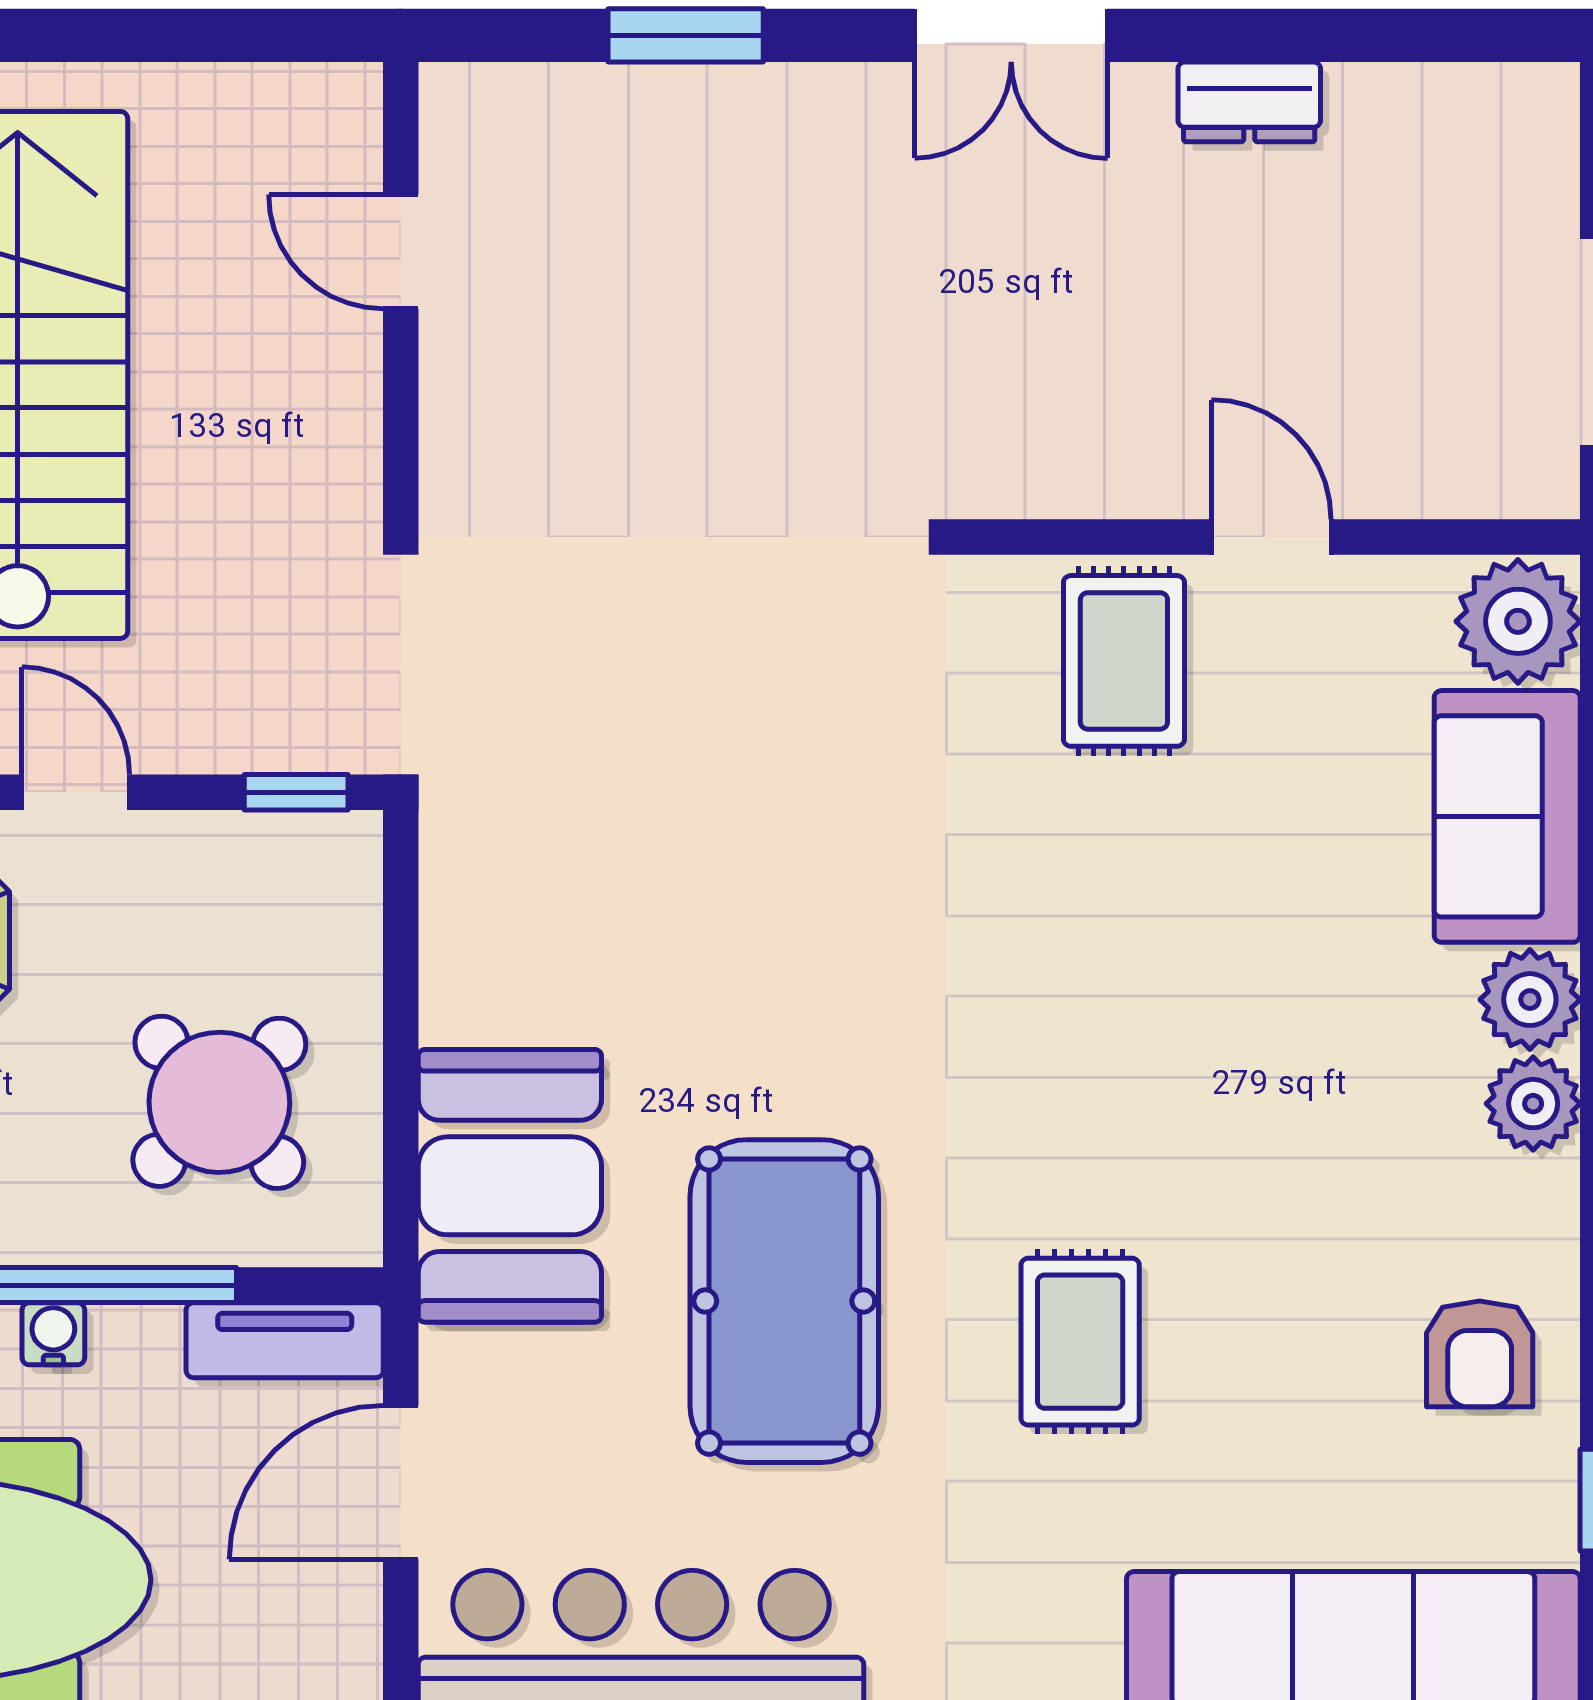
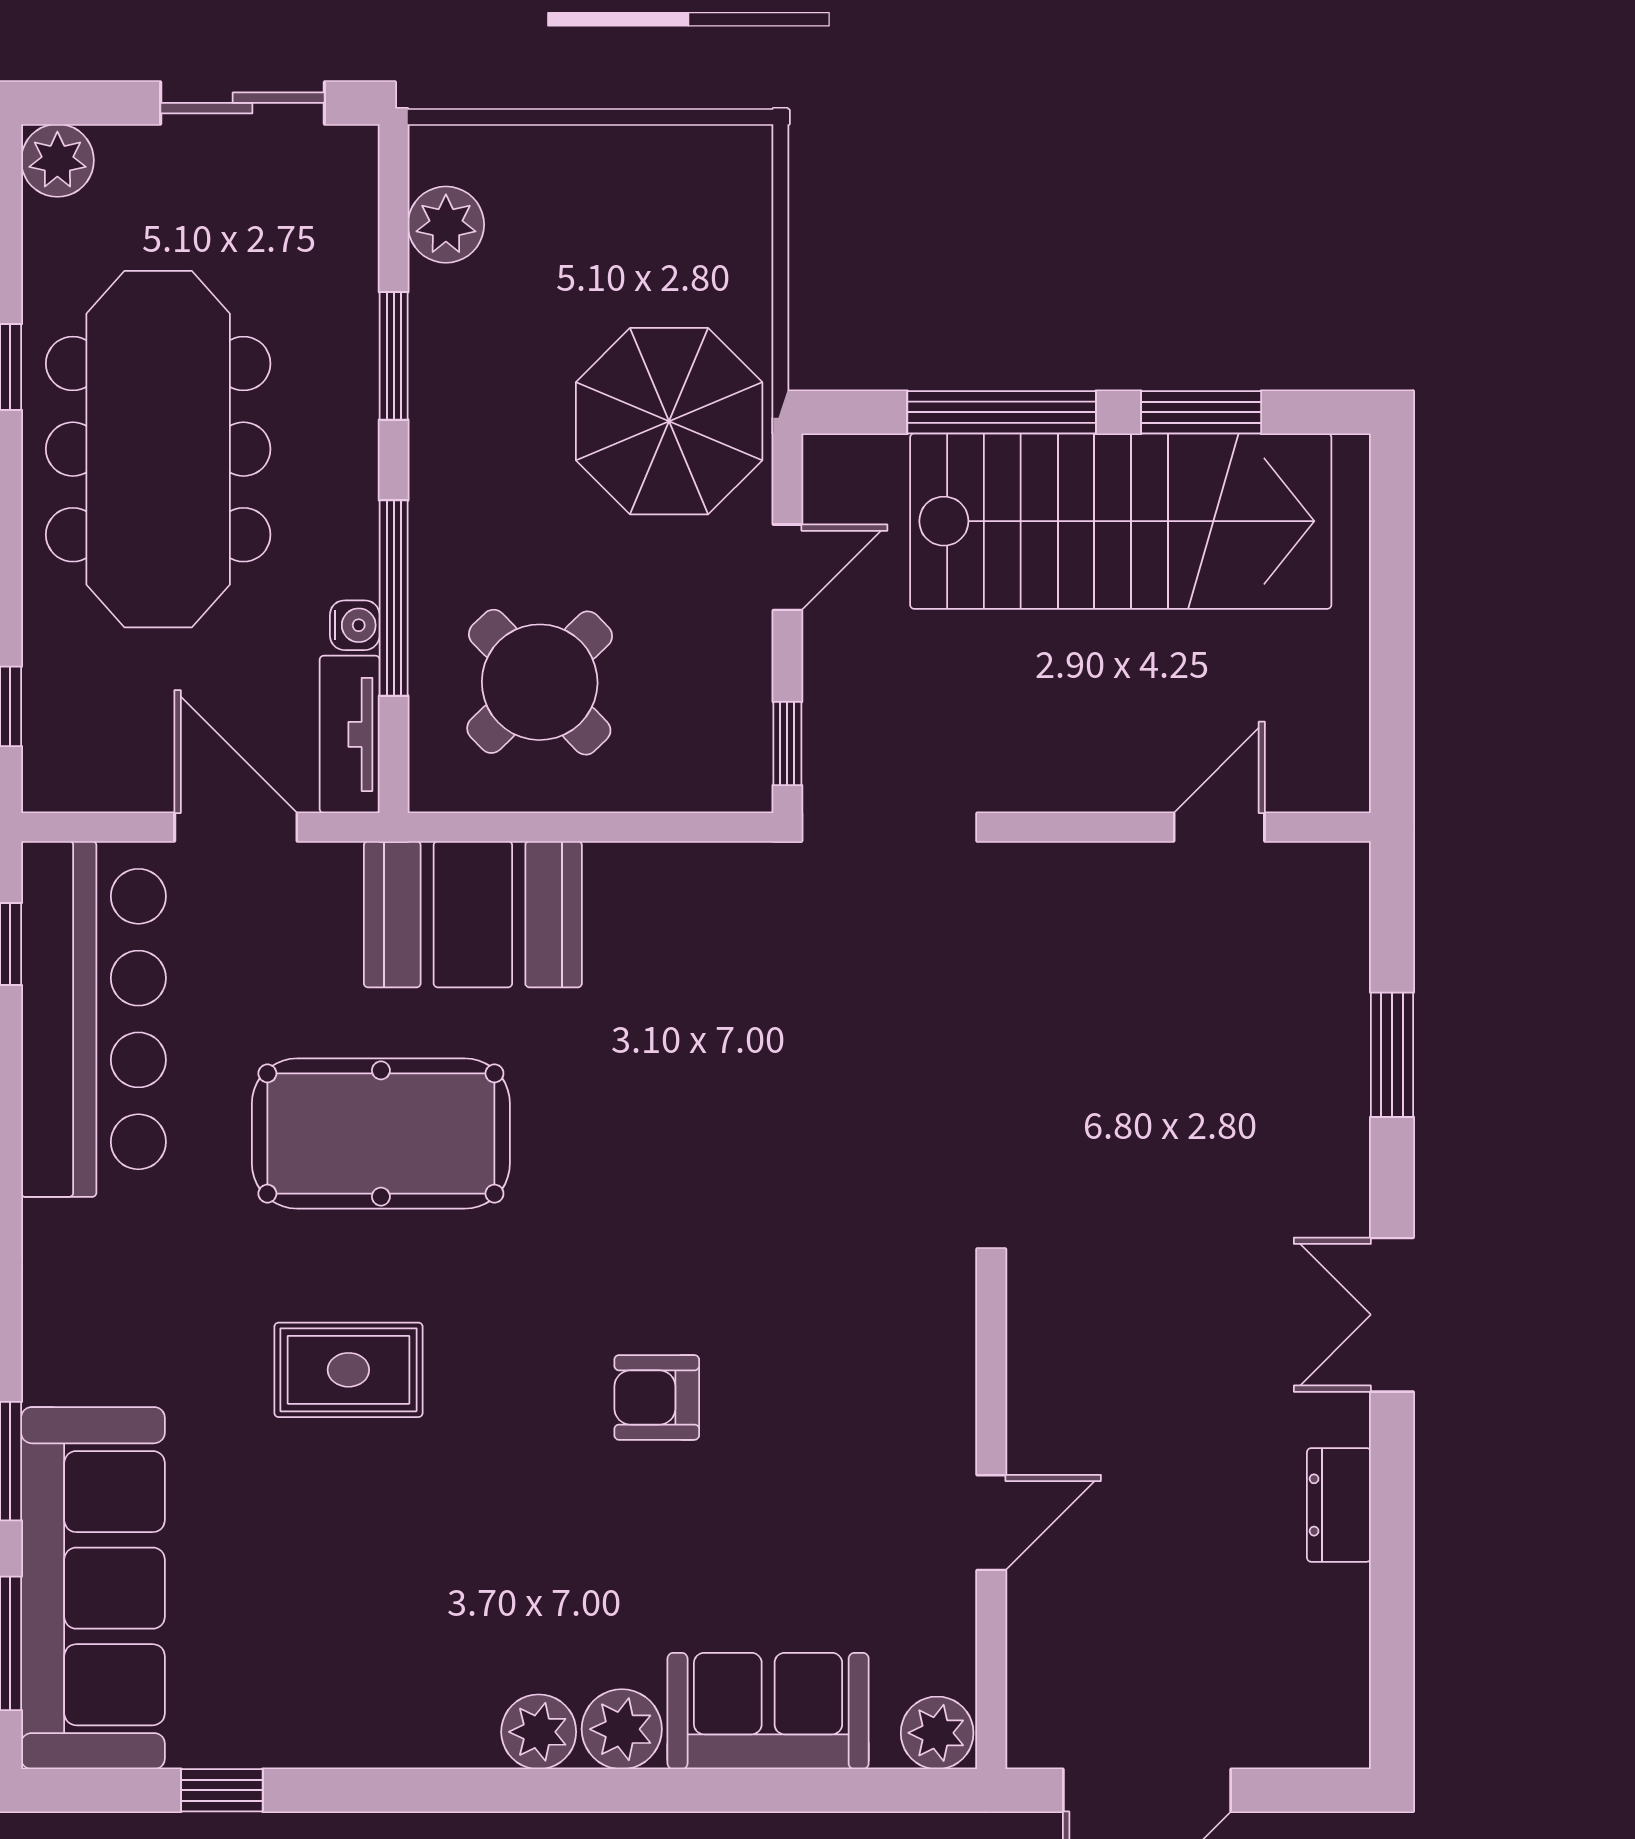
plant: (1518, 621) -> (937, 1733), width x0.73, depth x0.73
rug: (1124, 661) -> (892, 1405), removed
water cooler: (53, 1334) -> (355, 625), moved
armchair: (1480, 1354) -> (657, 1397), moved

